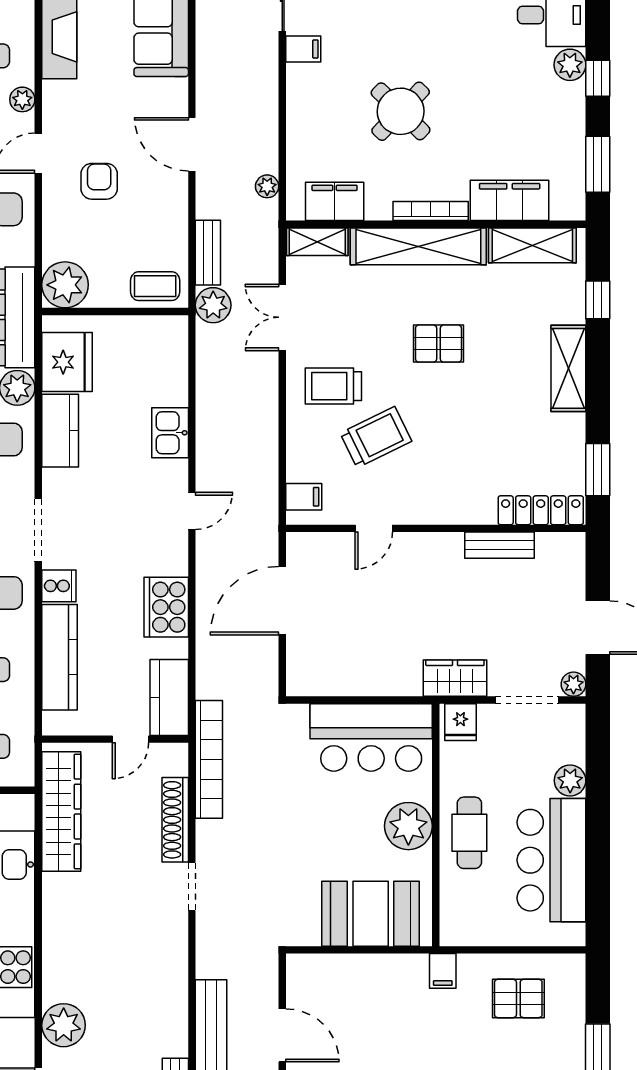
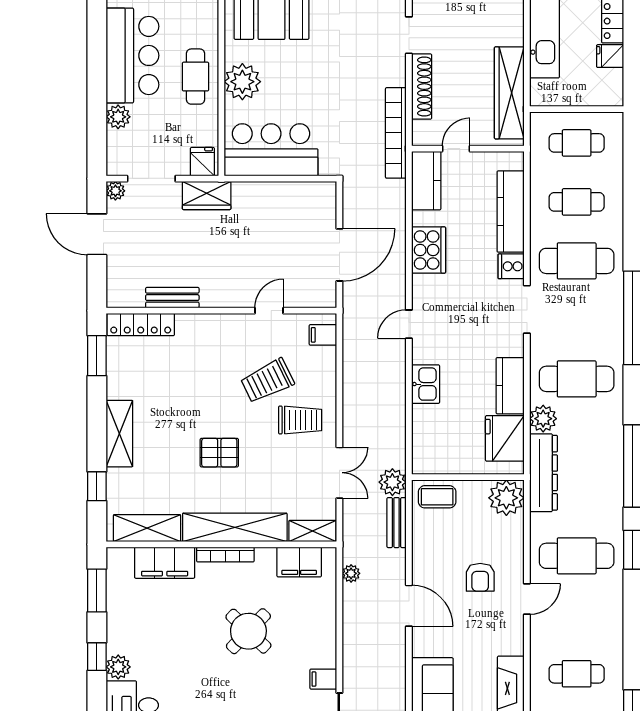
plant: (22, 99) -> (539, 640), removed

